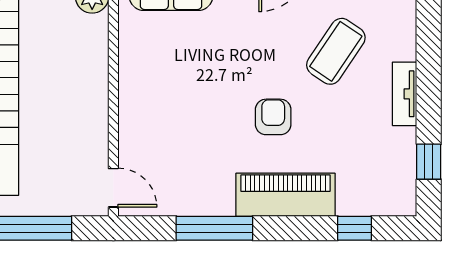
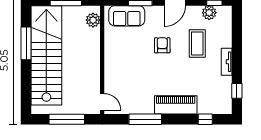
coffee table: (336, 51) -> (197, 44), turned -34
armchair: (273, 117) -> (162, 45), moved

